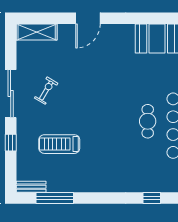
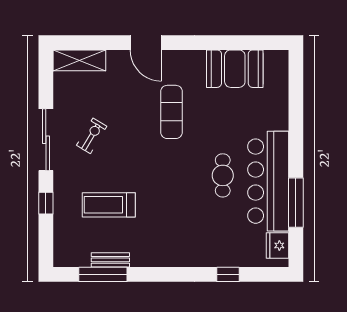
door: (88, 18) -> (146, 43), hinge flipped
exercise mat: (108, 72) -> (171, 112), added
bench: (31, 187) -> (110, 260), moved

